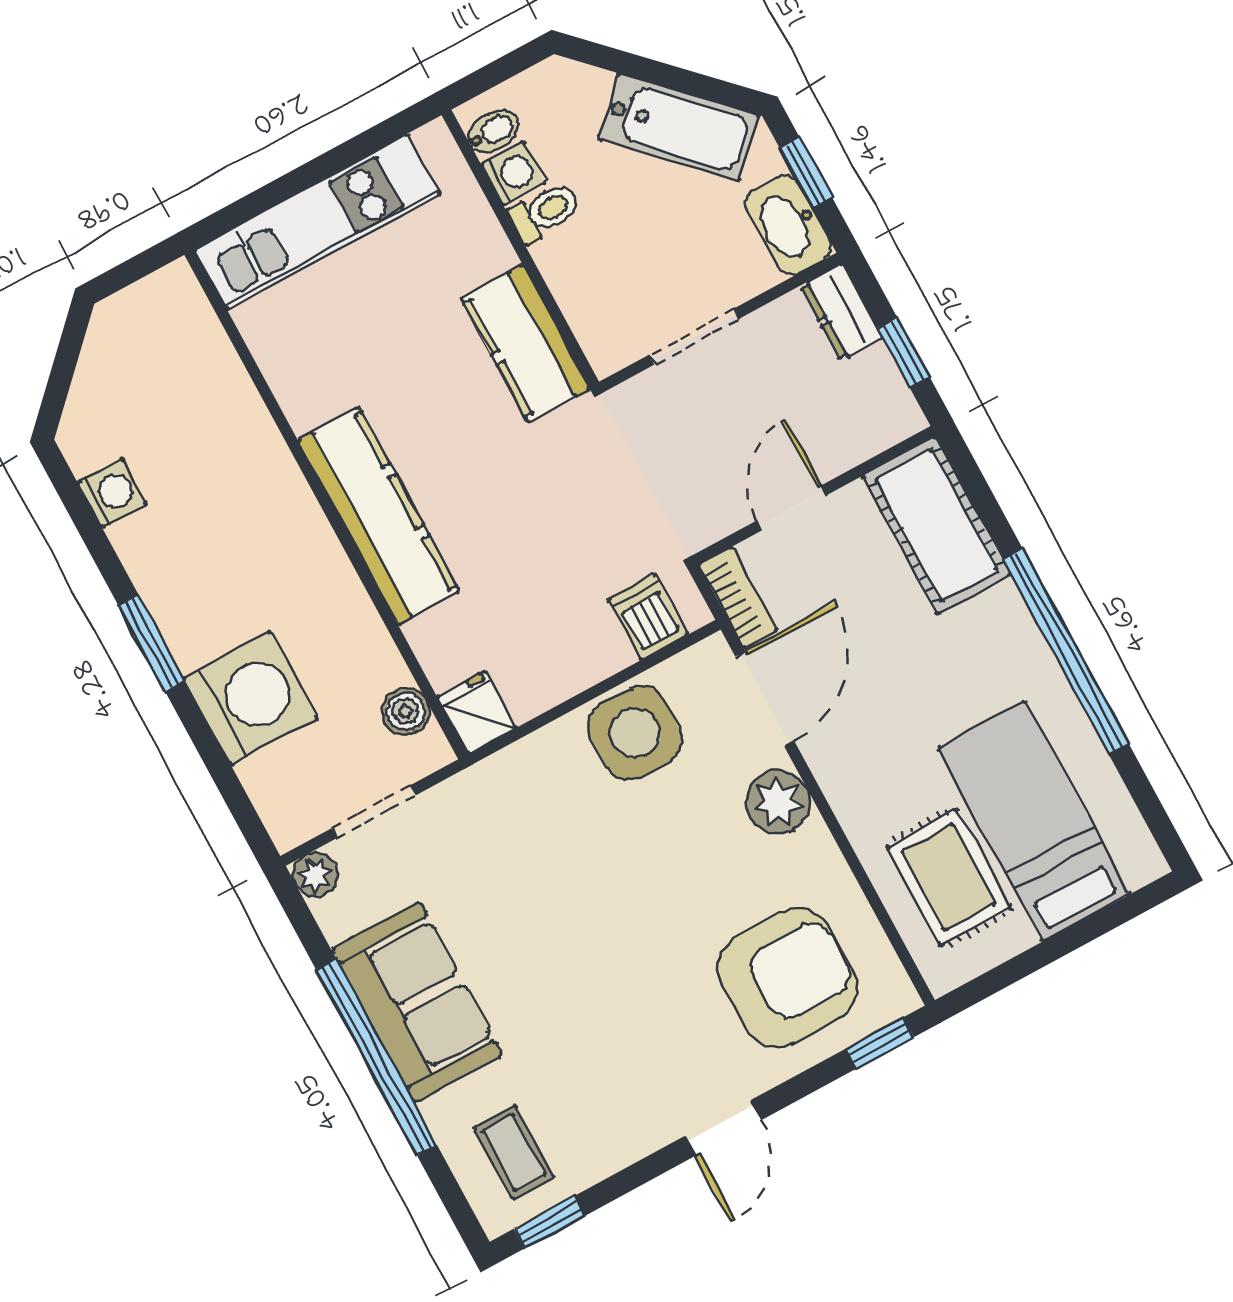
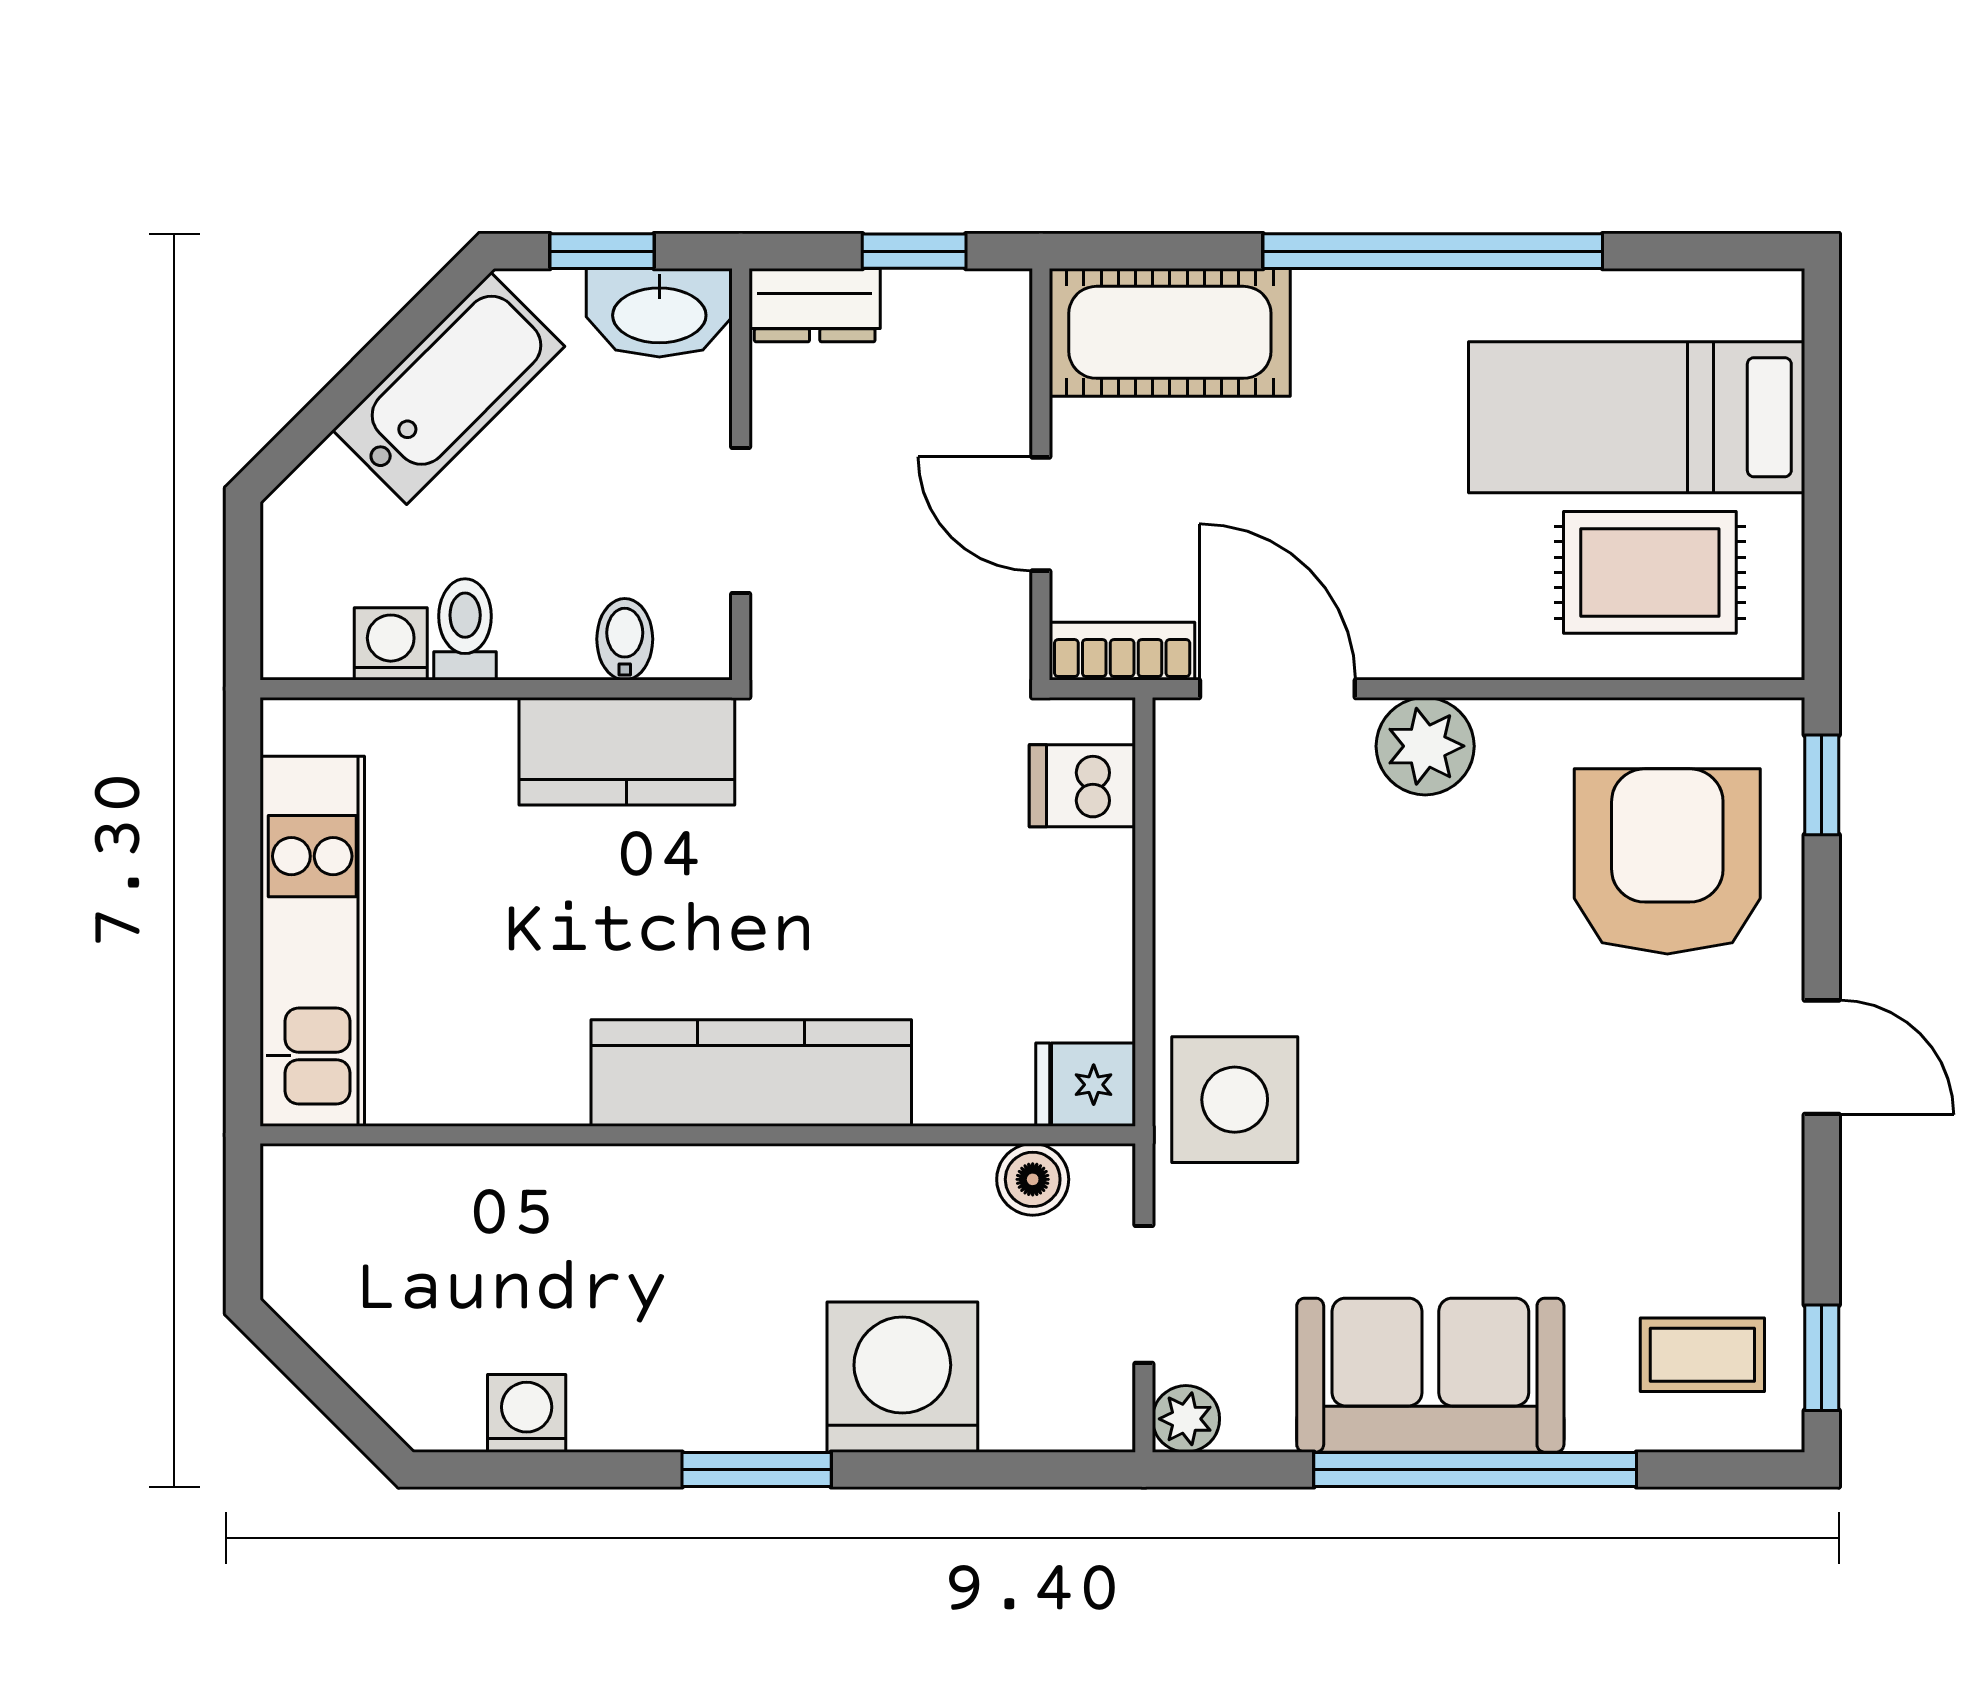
bidet: (494, 131) -> (625, 639), moved
side table: (635, 733) -> (1235, 1100), moved

